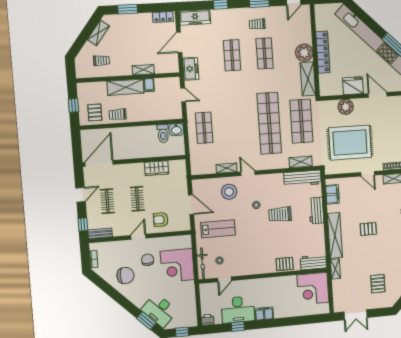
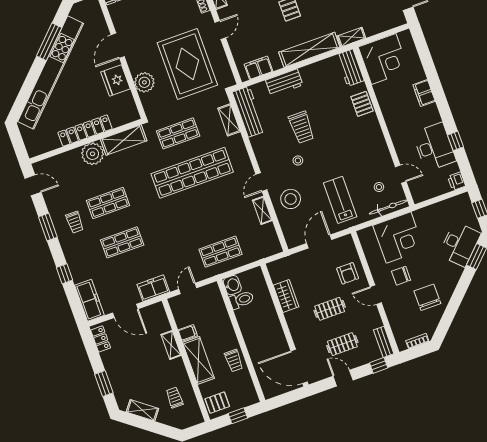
pallet: (95, 112) -> (217, 403), moved
shop shelf: (301, 121) -> (178, 133), width x0.70, depth x0.74
filing cabinet: (264, 314) -> (424, 93), moved

